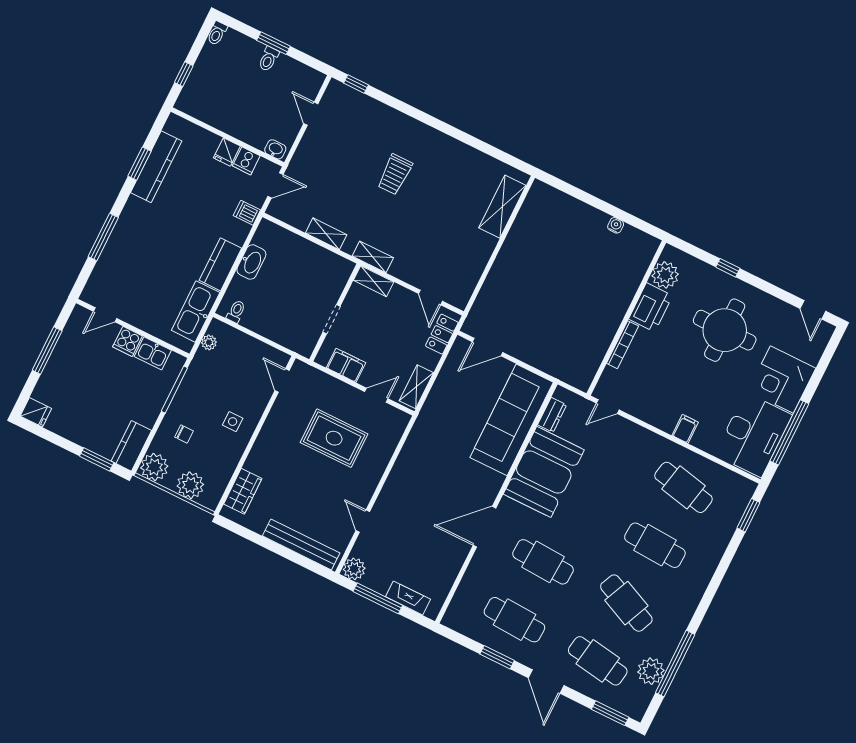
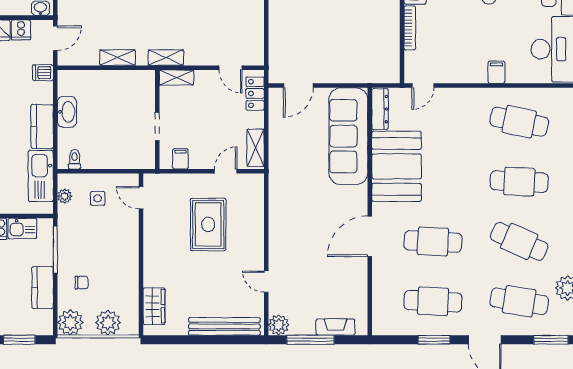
filing cabinet: (346, 365) -> (180, 159), width x0.50
dresser: (552, 415) -> (380, 109), width x1.44
side table: (233, 422) -> (98, 198), moved
rug: (334, 438) -> (208, 224), turned 90
kitchen counter: (131, 446) -> (43, 288), moved

